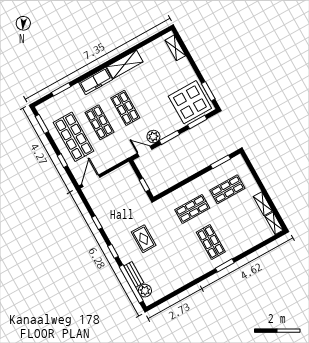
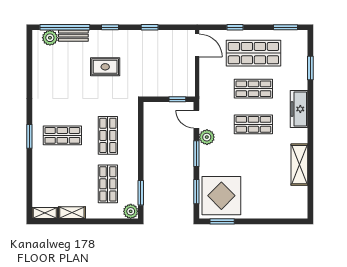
shelving: (175, 48) -> (287, 212), removed
shelving: (125, 64) -> (299, 165), moved
door: (145, 151) -> (196, 119), swing flipped
plant: (238, 162) -> (131, 211), added
window: (144, 185) -> (177, 99), moved

